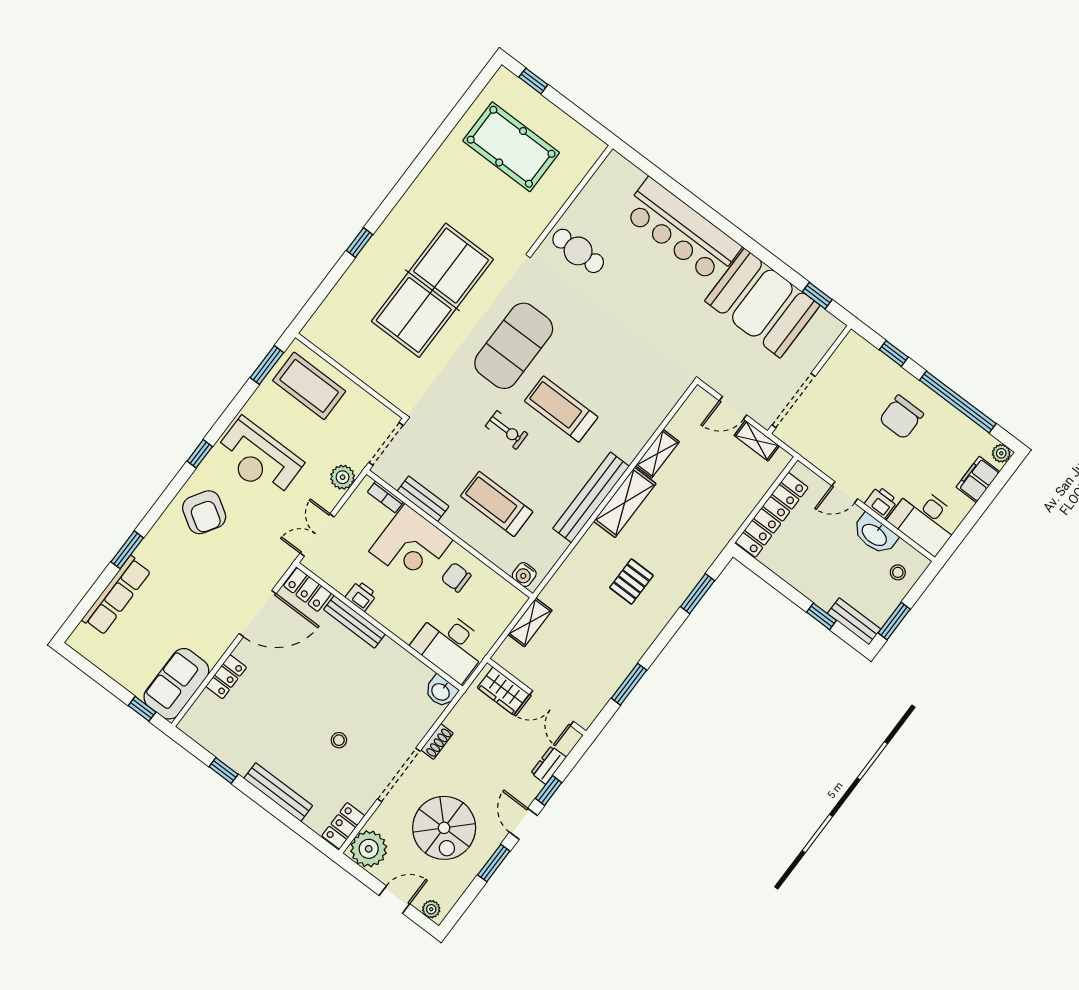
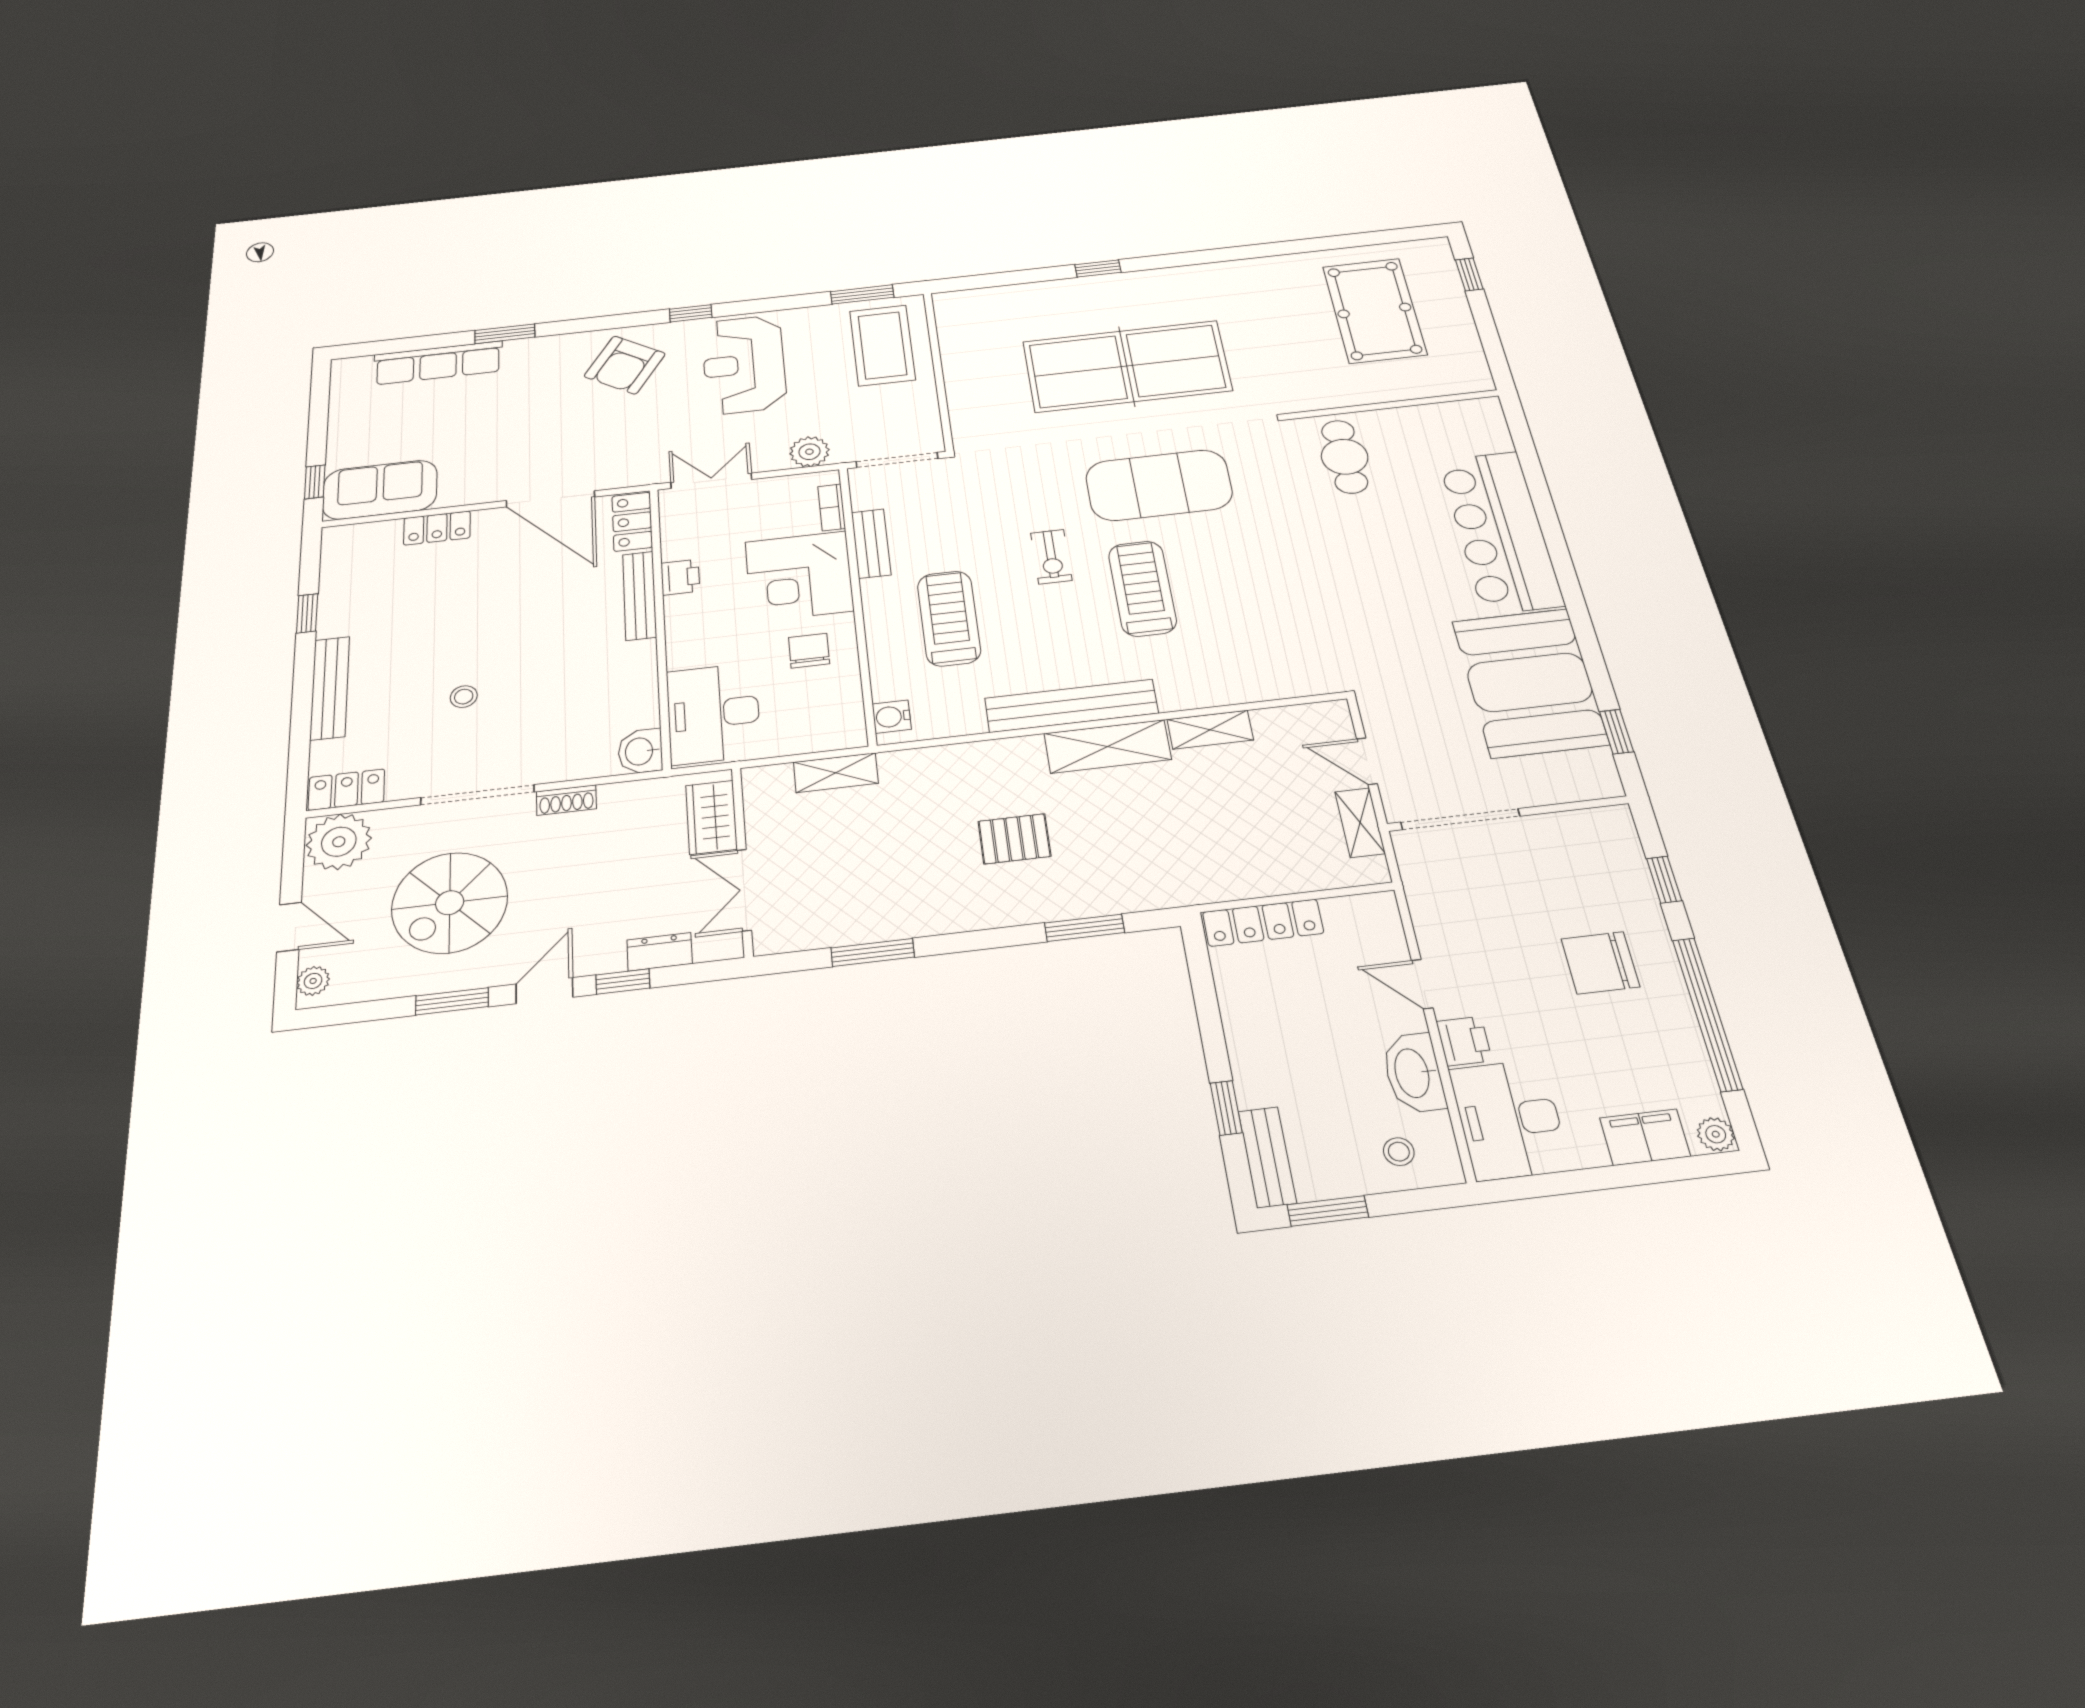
locker: (772, 515) -> (1263, 923), width x0.71, depth x0.83

